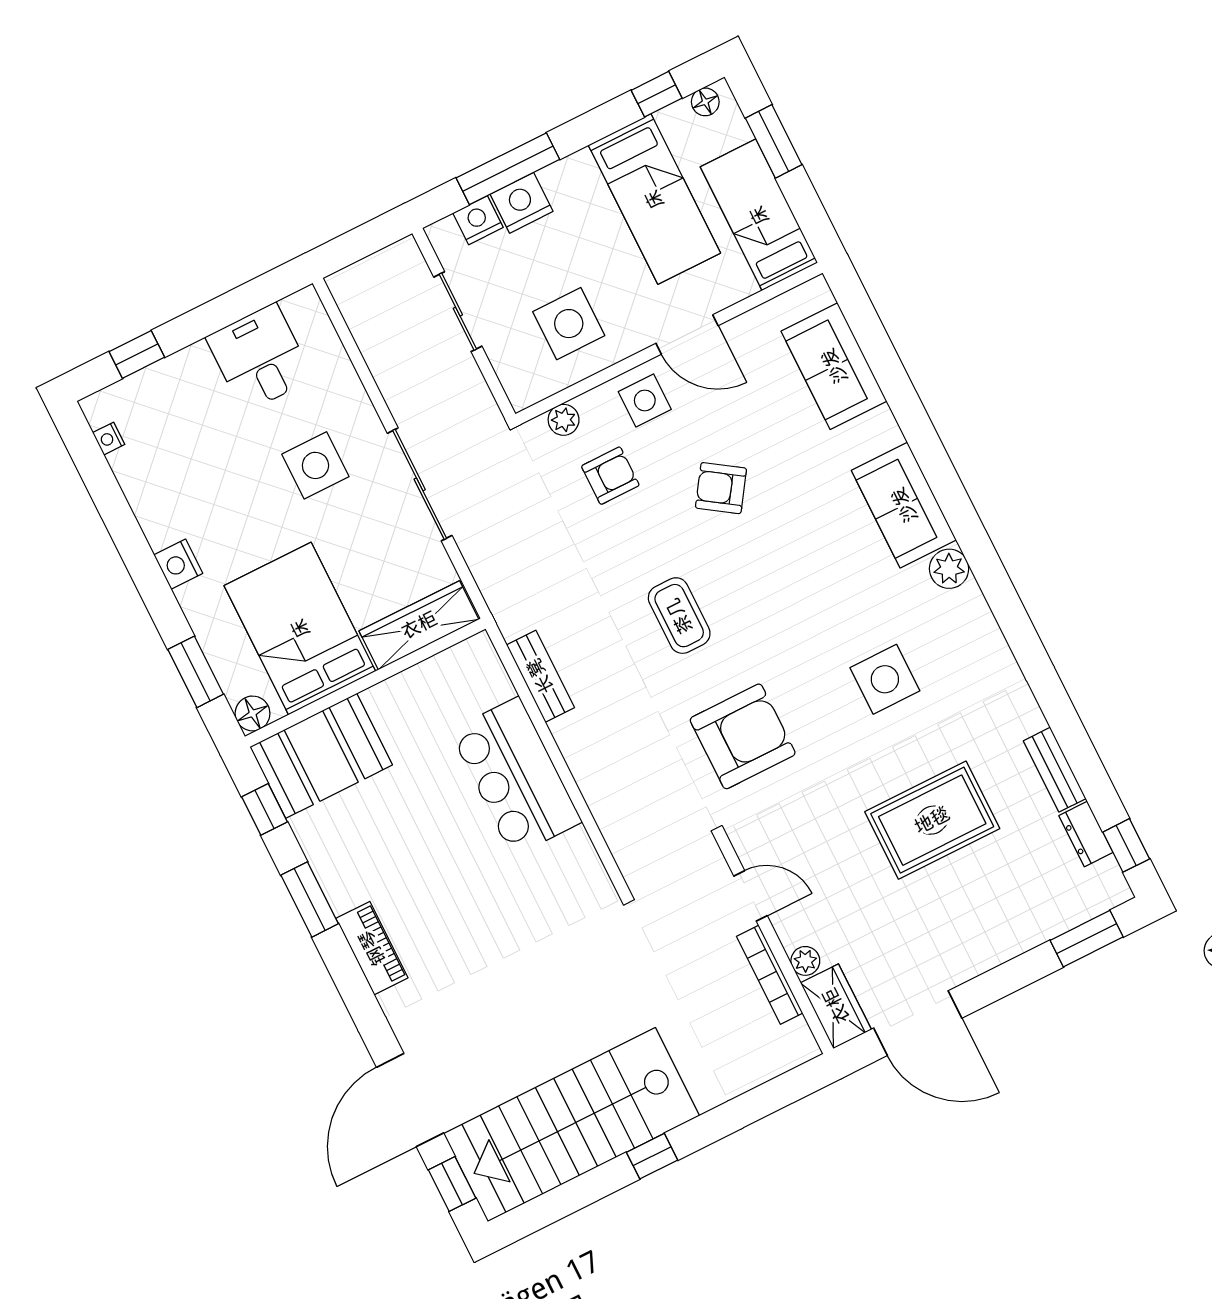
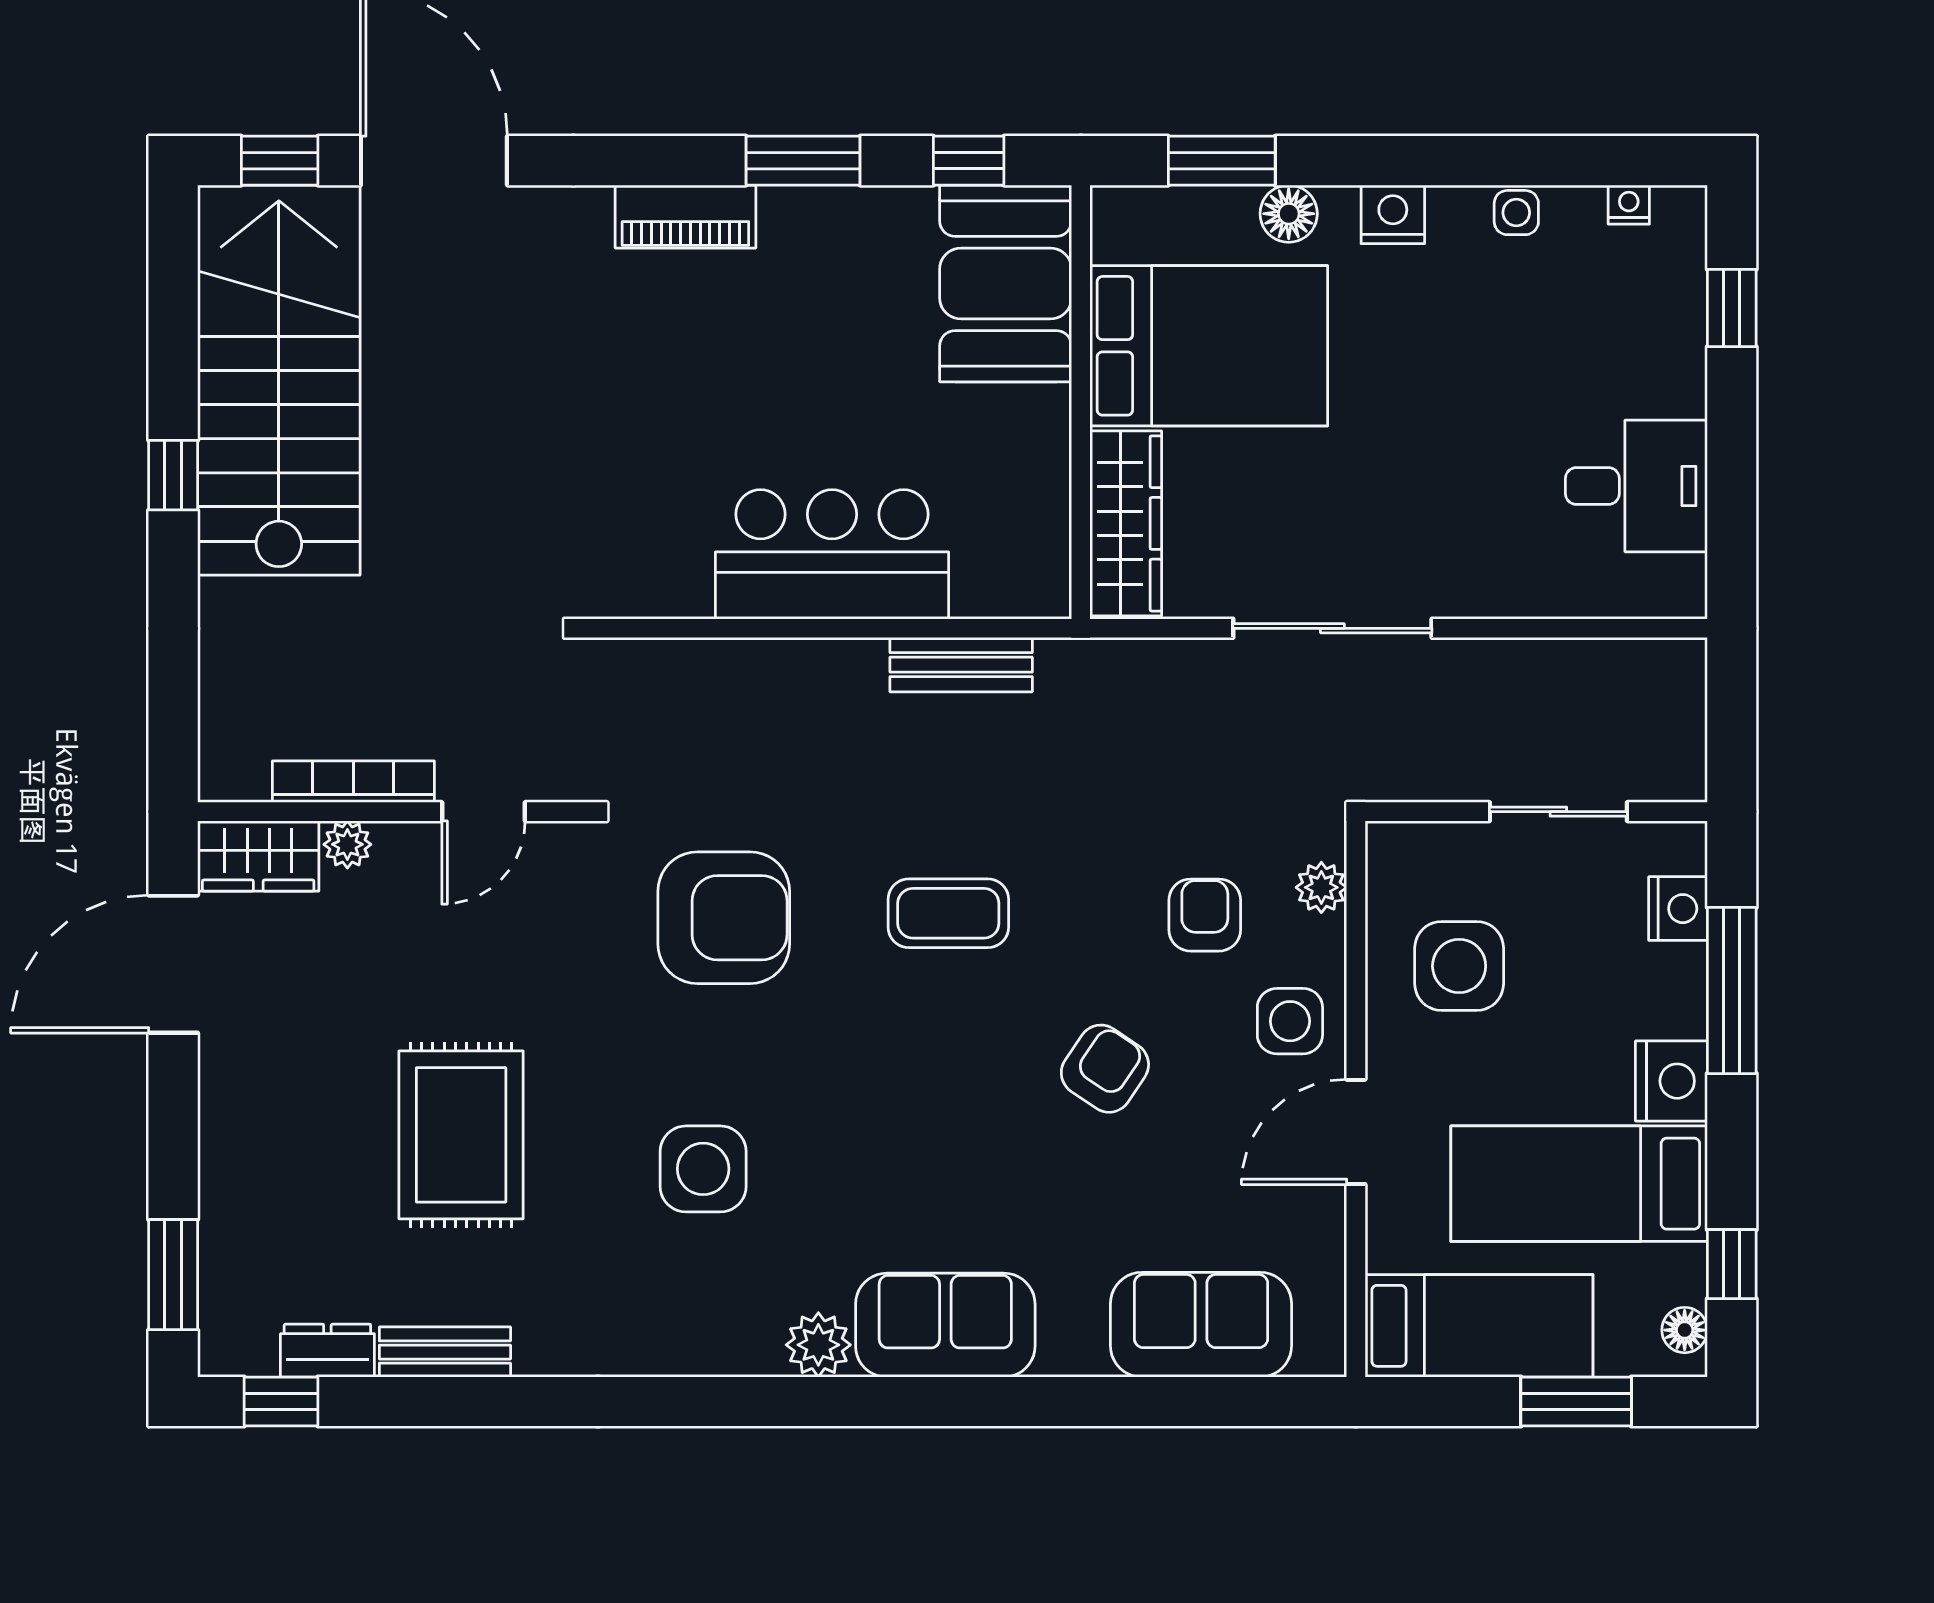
nightstand: (522, 203) -> (1671, 1081), moved
side table: (315, 465) -> (1516, 213), moved, width x0.54, depth x0.54
armchair: (610, 476) -> (1205, 915), turned 180
floor lamp: (253, 713) -> (1289, 214), moved
armchair: (743, 736) -> (724, 918), turned -90

